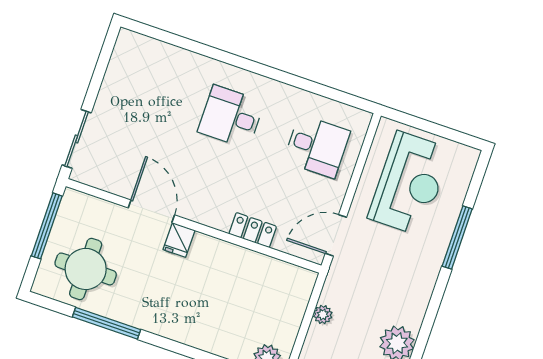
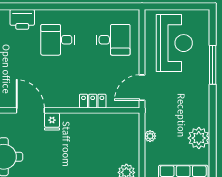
printer: (187, 67) -> (22, 19), added

